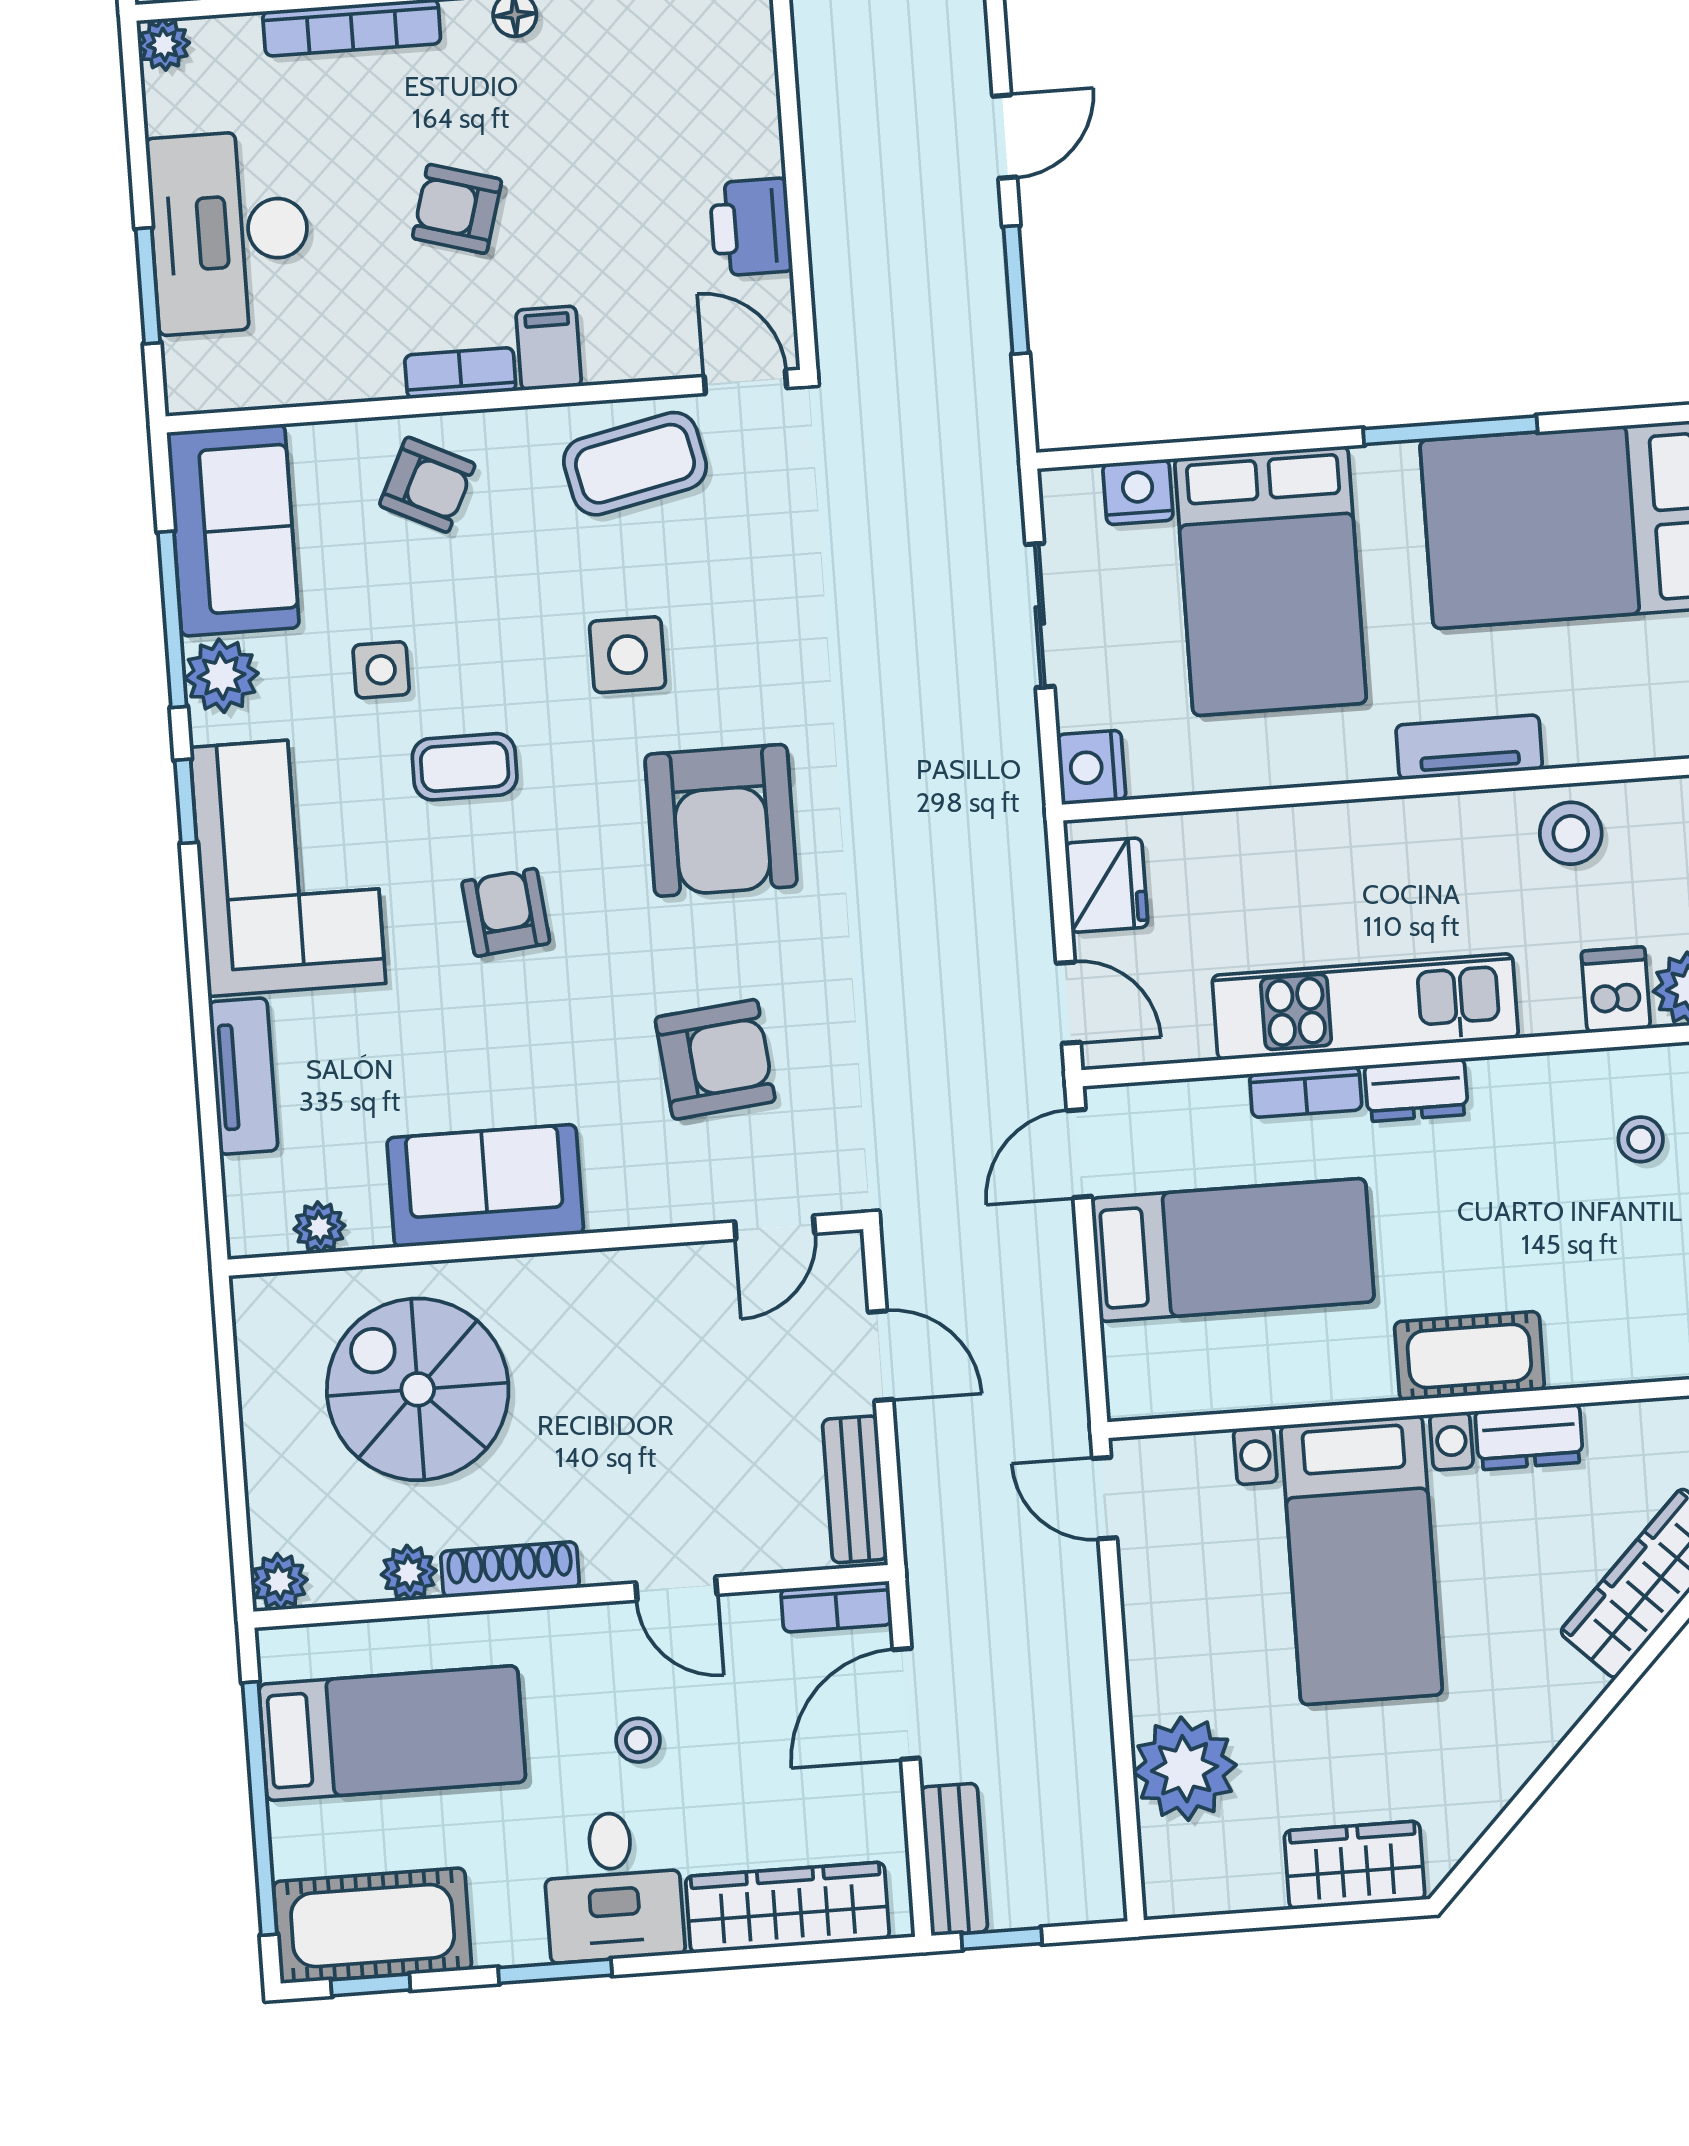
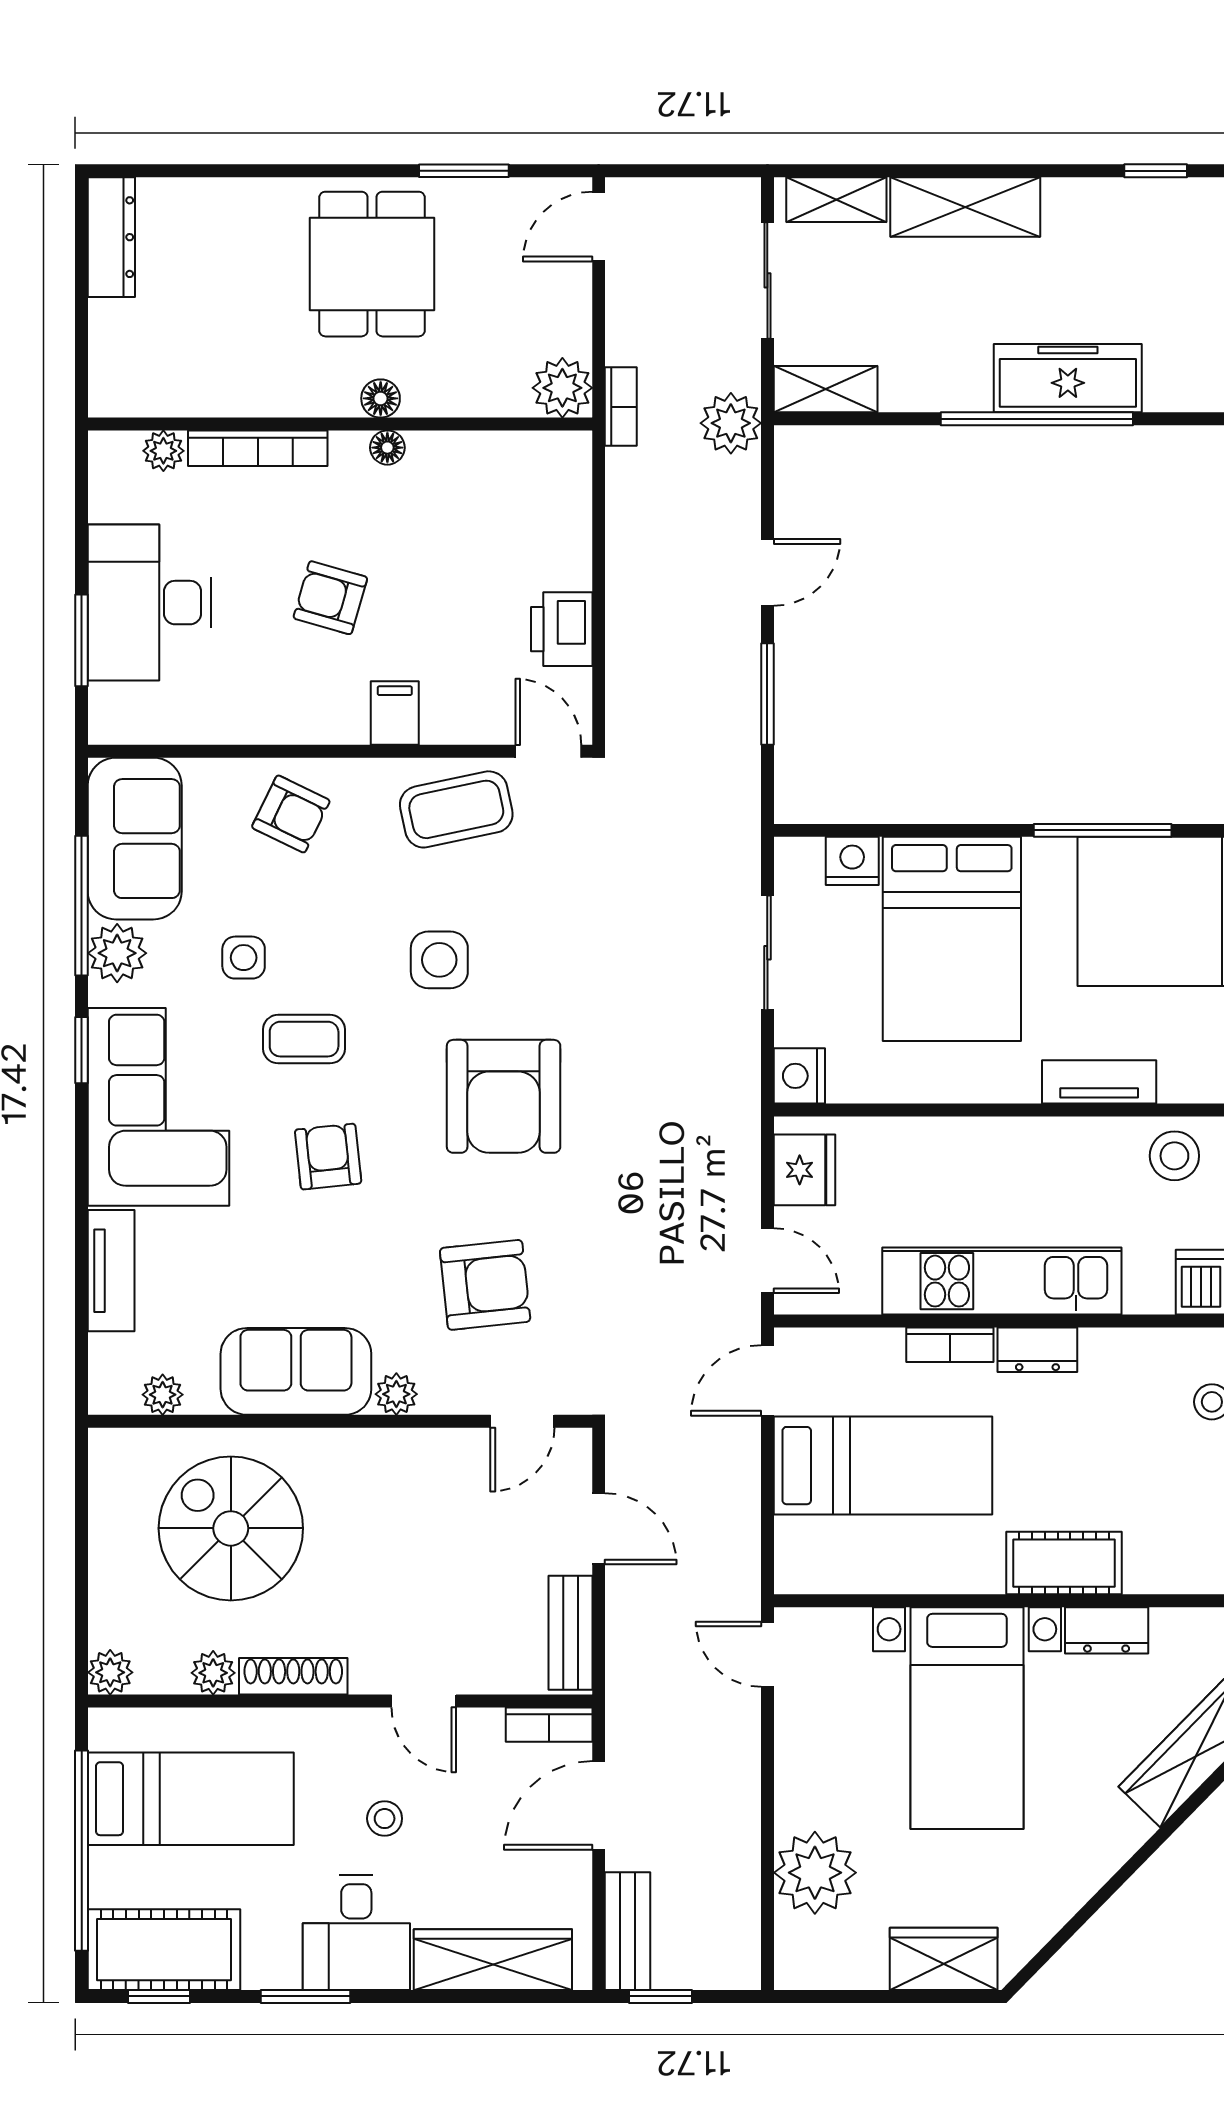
plant: (164, 45) -> (163, 451), moved
bookcase: (460, 373) -> (323, 728), removed
plant: (614, 1205) -> (396, 1394), added

